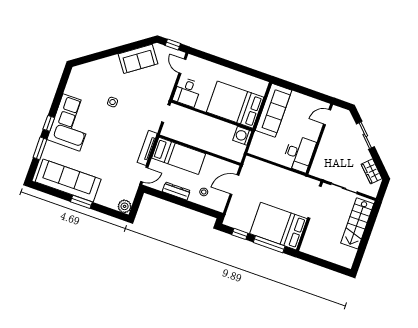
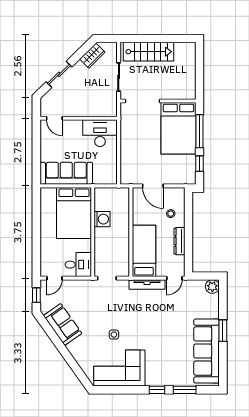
corner sofa: (71, 122) -> (119, 368), moved
washing machine: (242, 136) -> (102, 219), moved, turned -90
door: (144, 175) -> (174, 278), swing flipped

